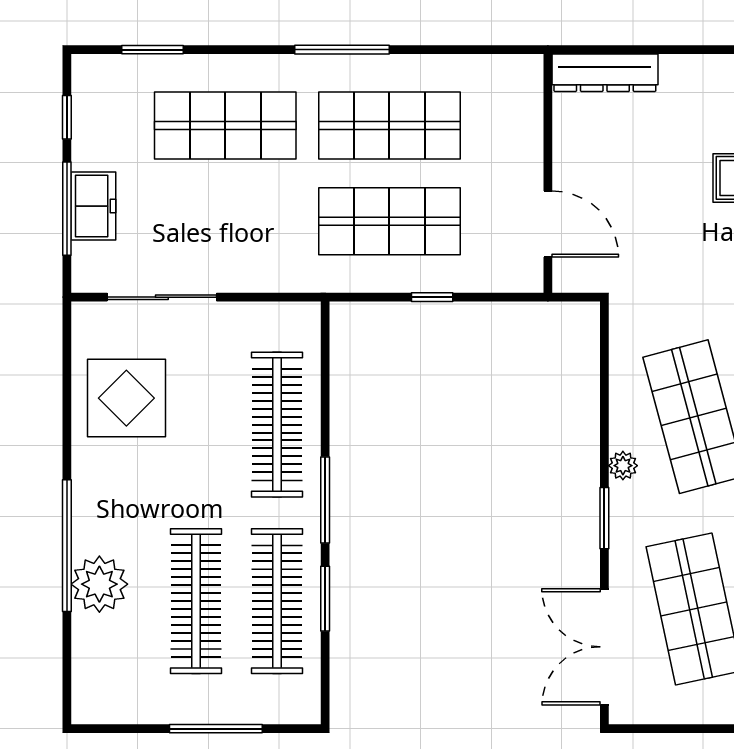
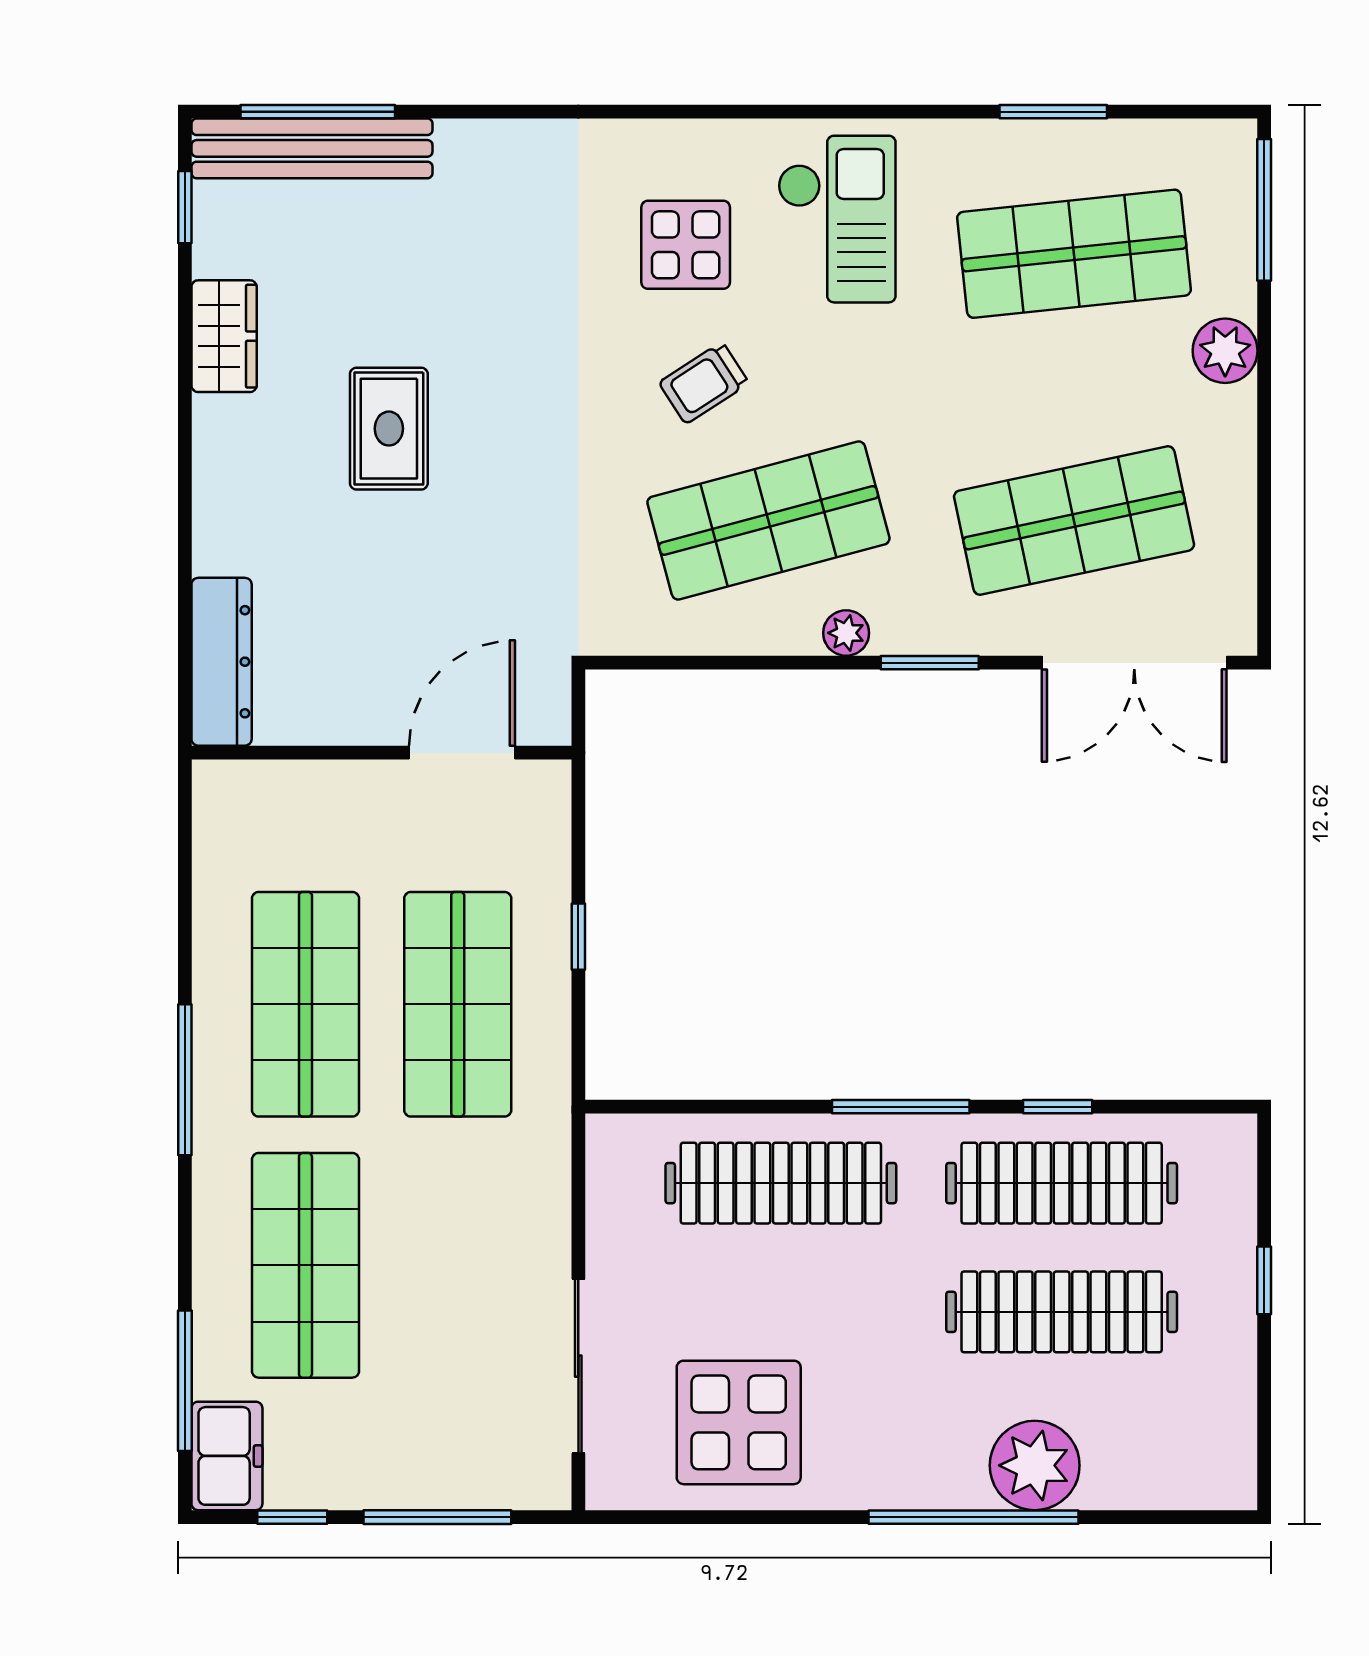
window: (153, 50) -> (185, 1381), width x1.44
freezer: (93, 206) -> (227, 1456), moved, turned 90
window: (325, 599) -> (1058, 1107), width x0.67
window: (216, 729) -> (1264, 1280), width x0.46

